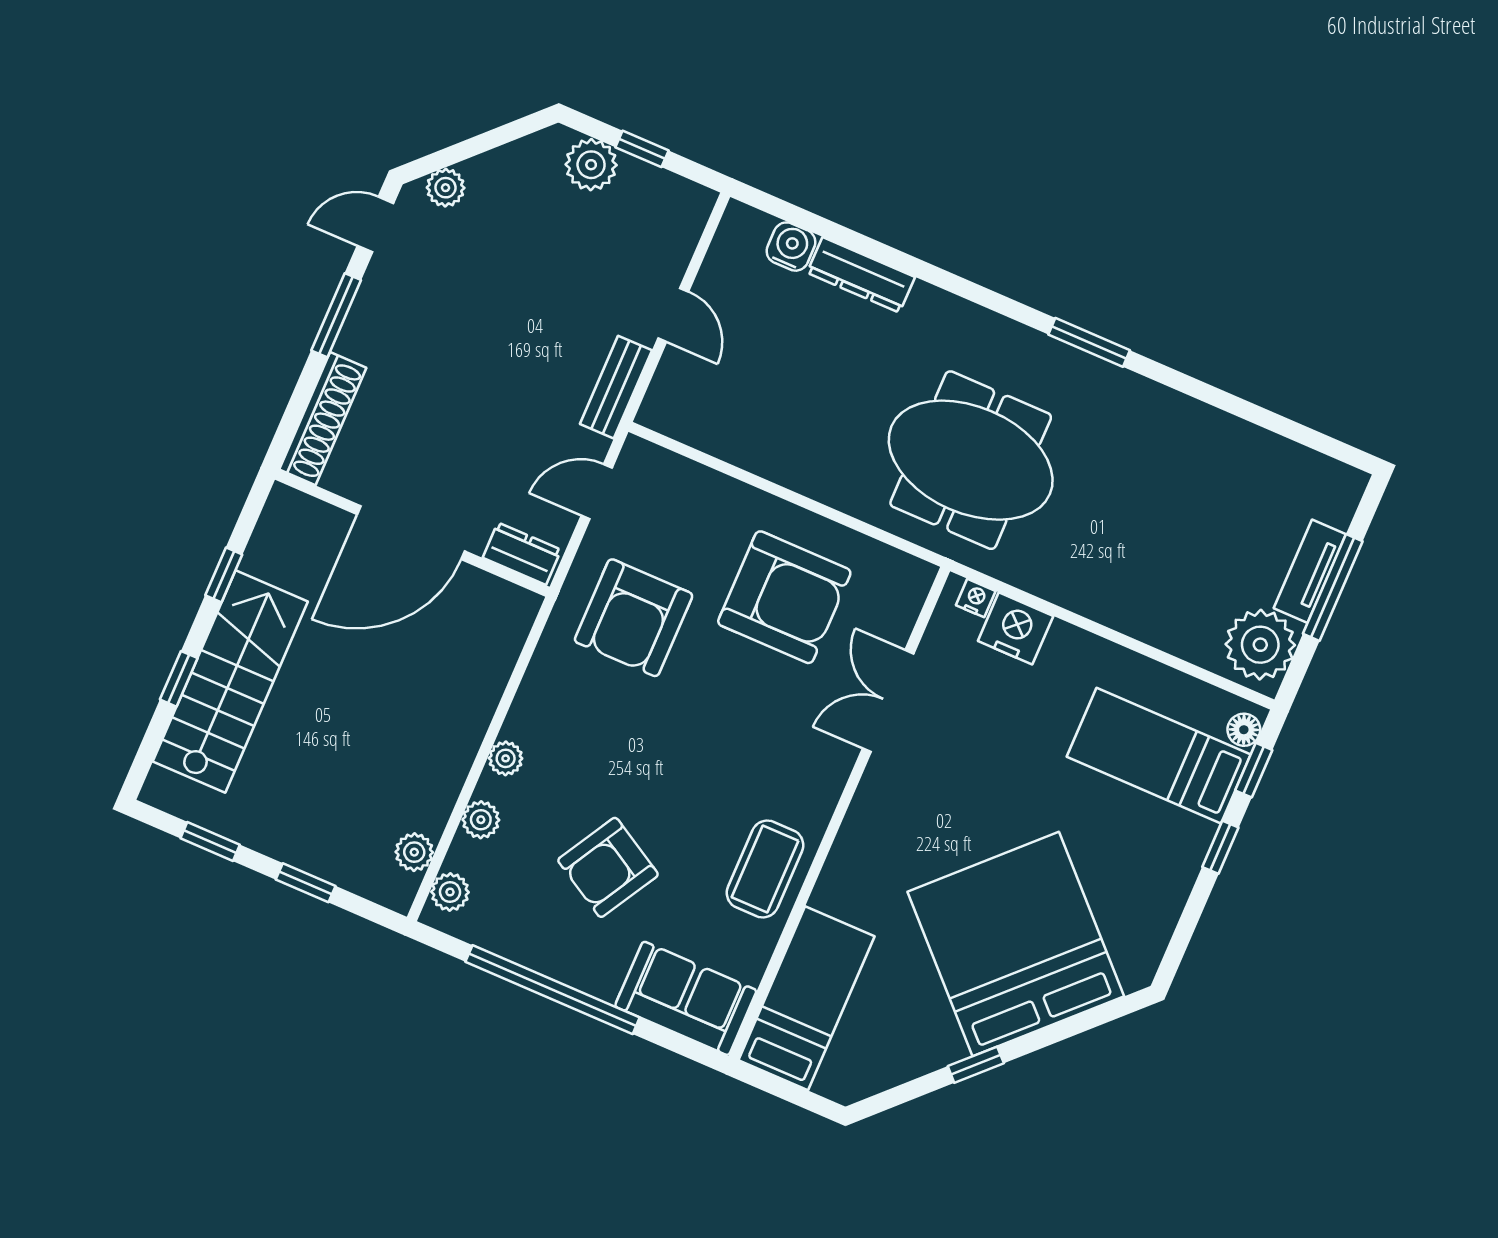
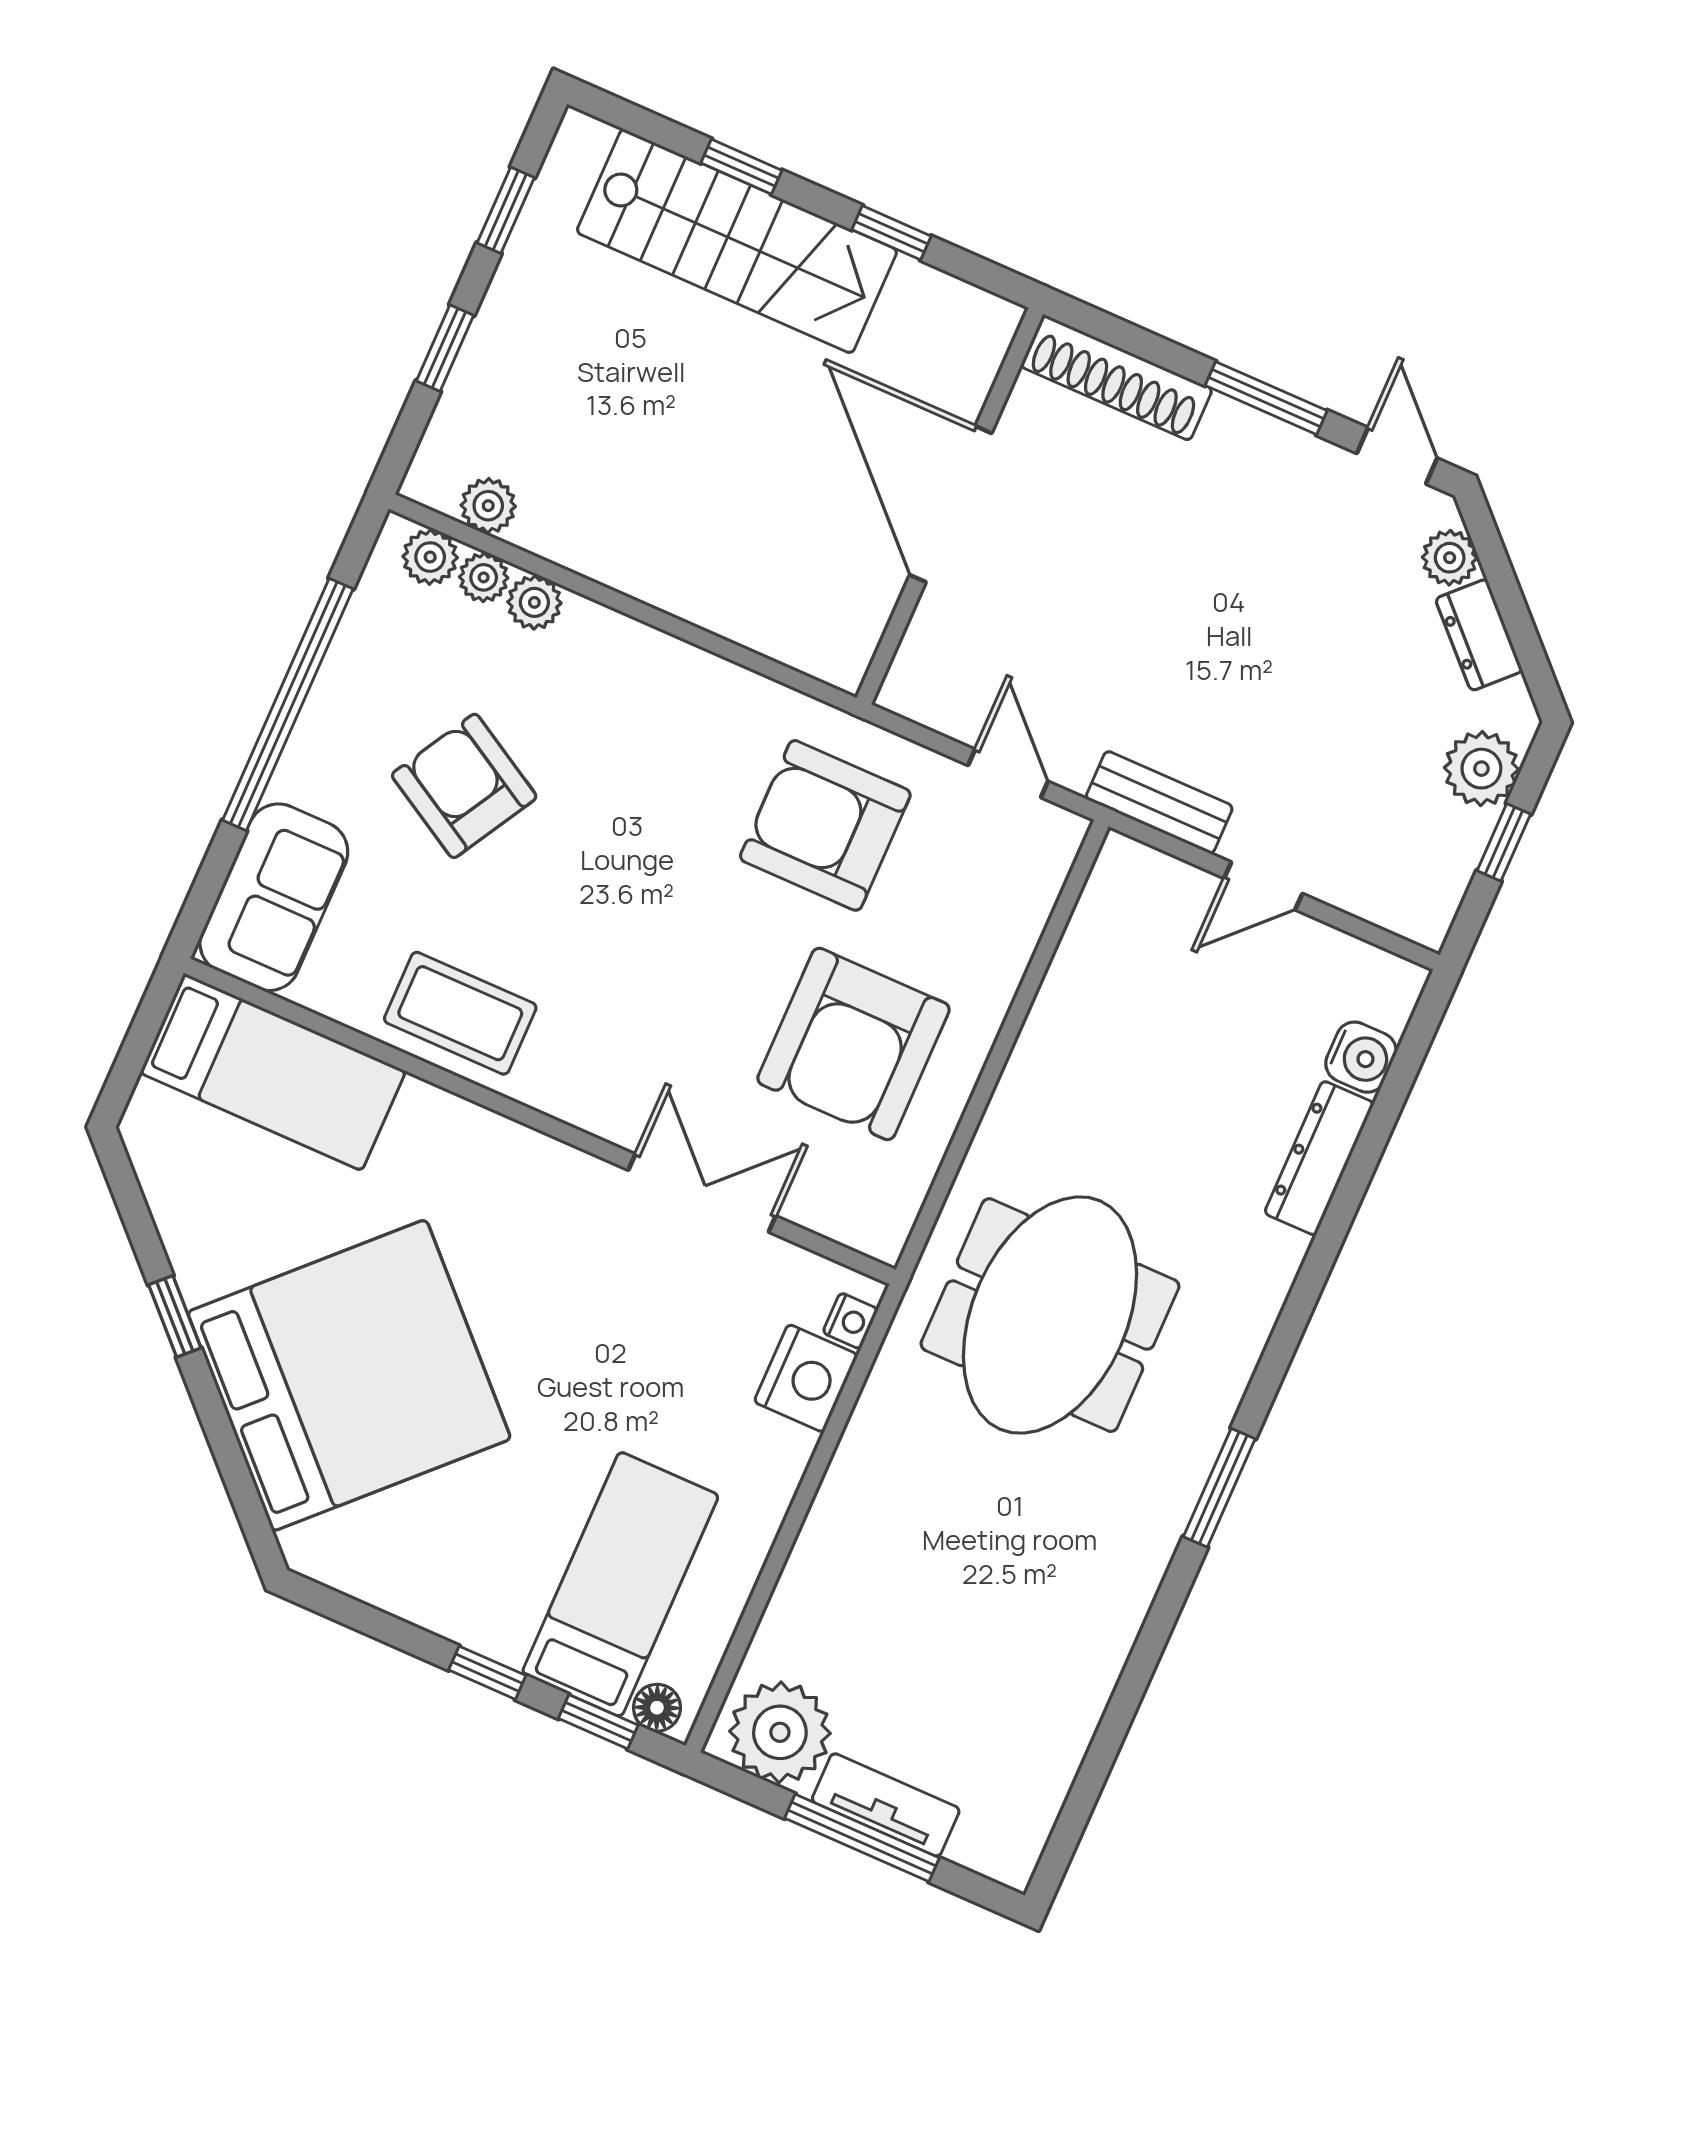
dresser: (522, 554) -> (1479, 635), moved, turned 135
plant: (506, 758) -> (484, 577), moved

